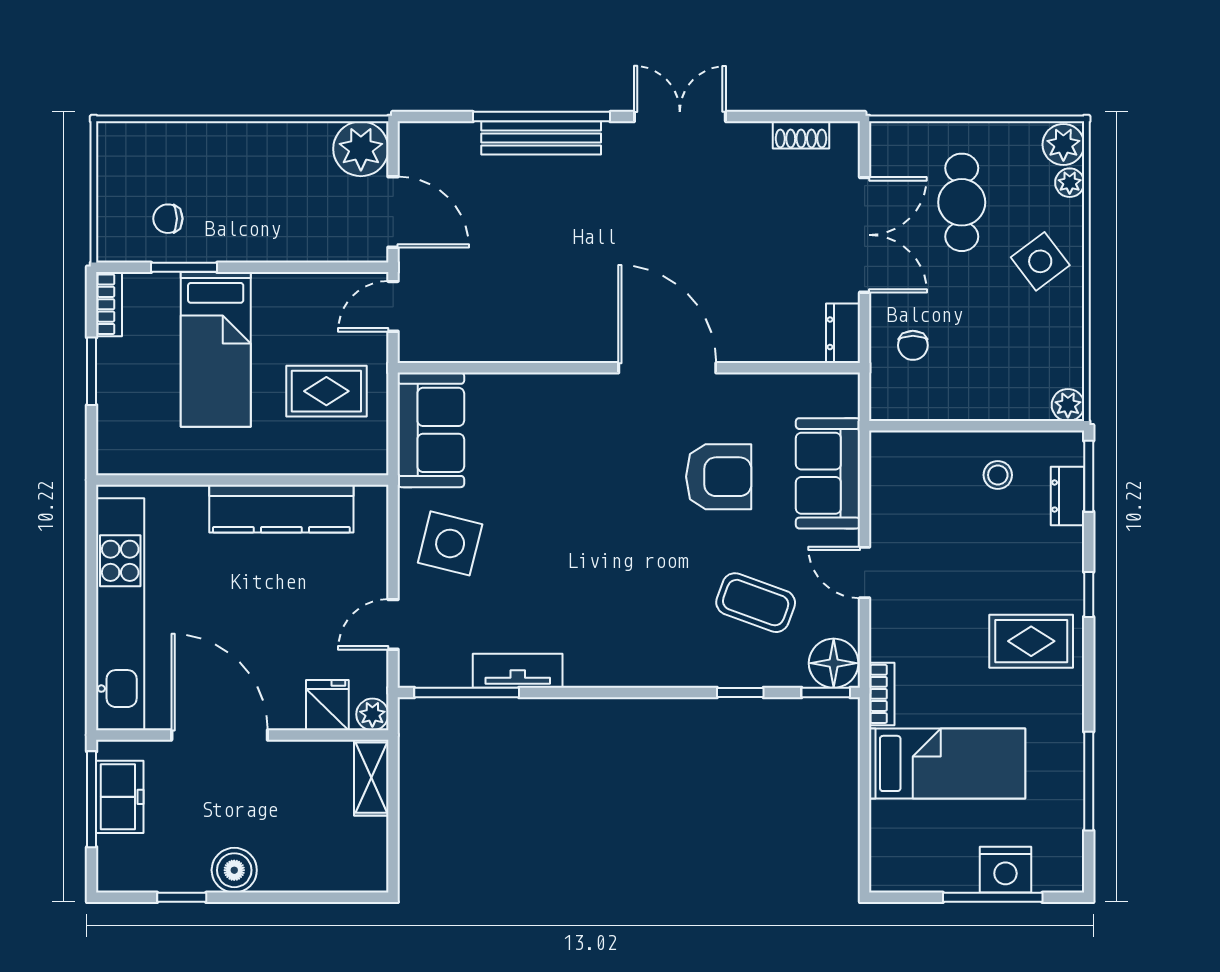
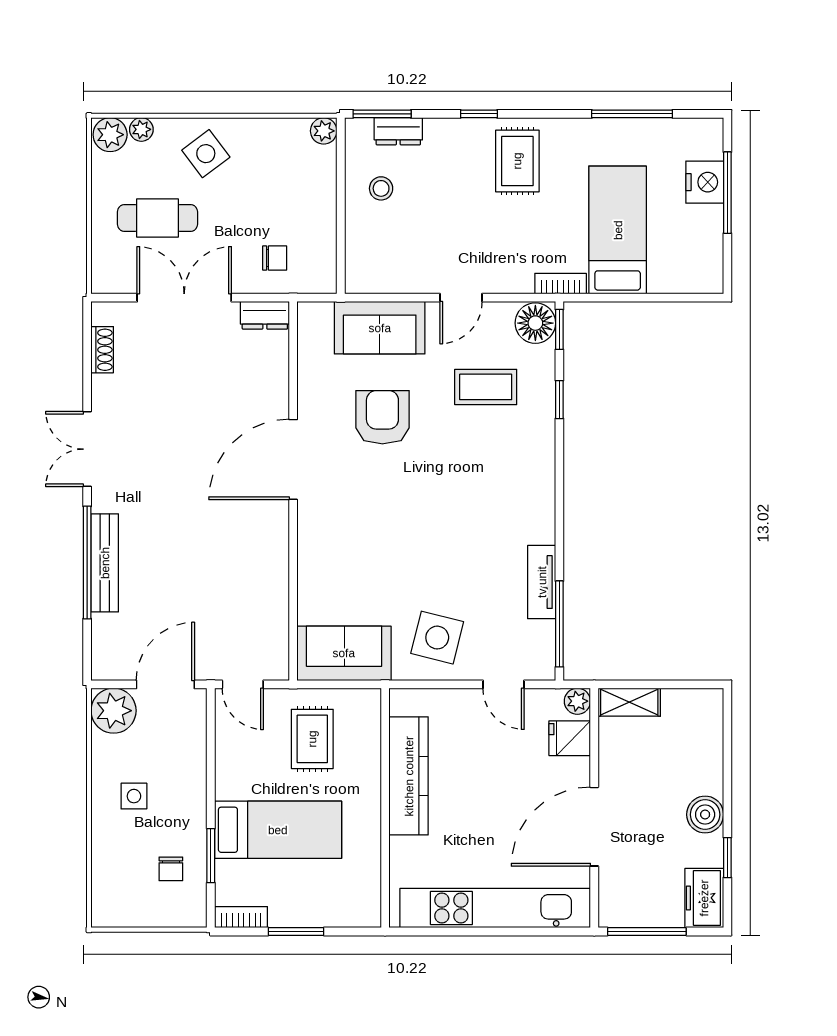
side table: (257, 174) -> (134, 796), added
coffee table: (756, 603) -> (486, 387), turned 70
freezer: (120, 797) -> (704, 898), moved, turned -90

